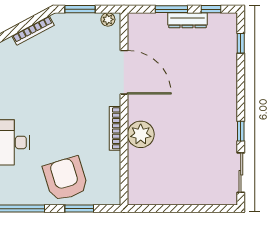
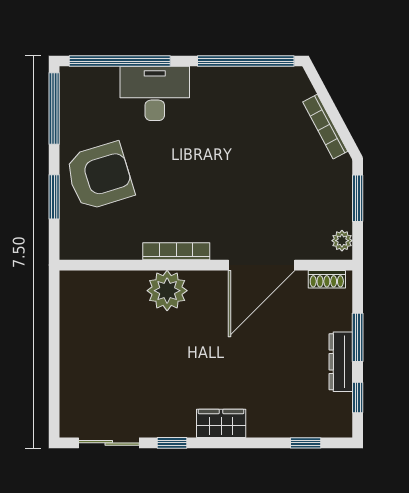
shoe rack: (133, 29) -> (327, 279), added
wardrobe: (228, 99) -> (221, 423), added

